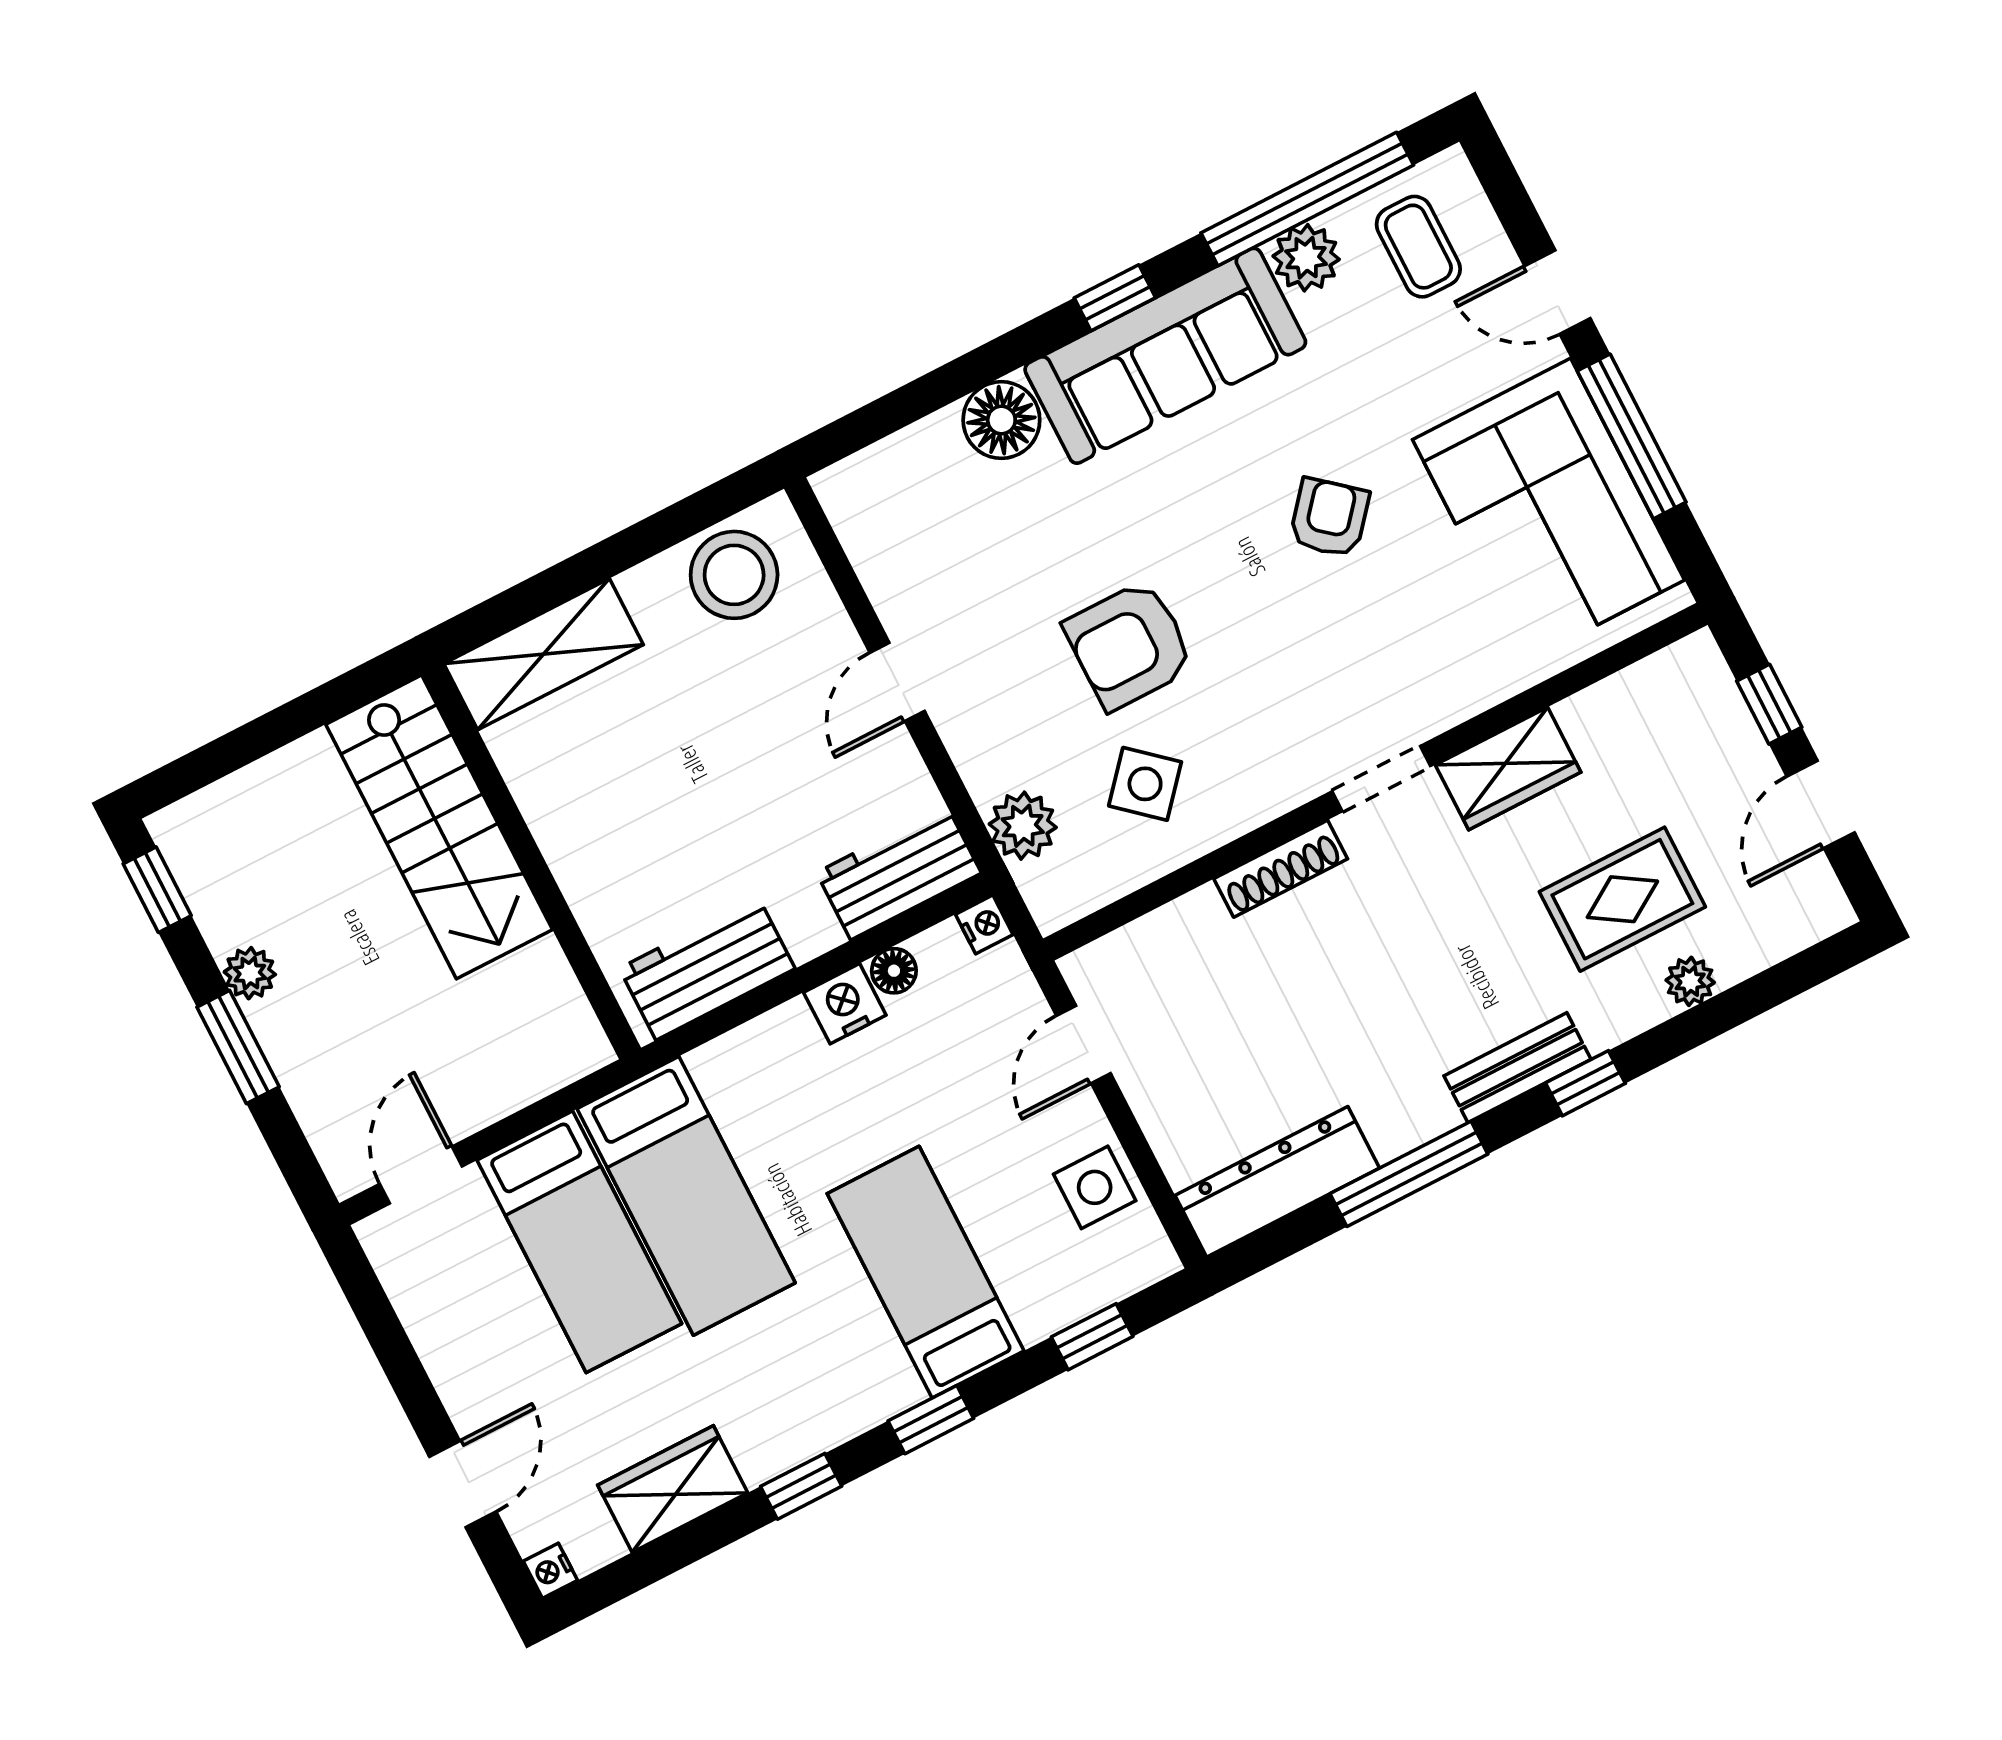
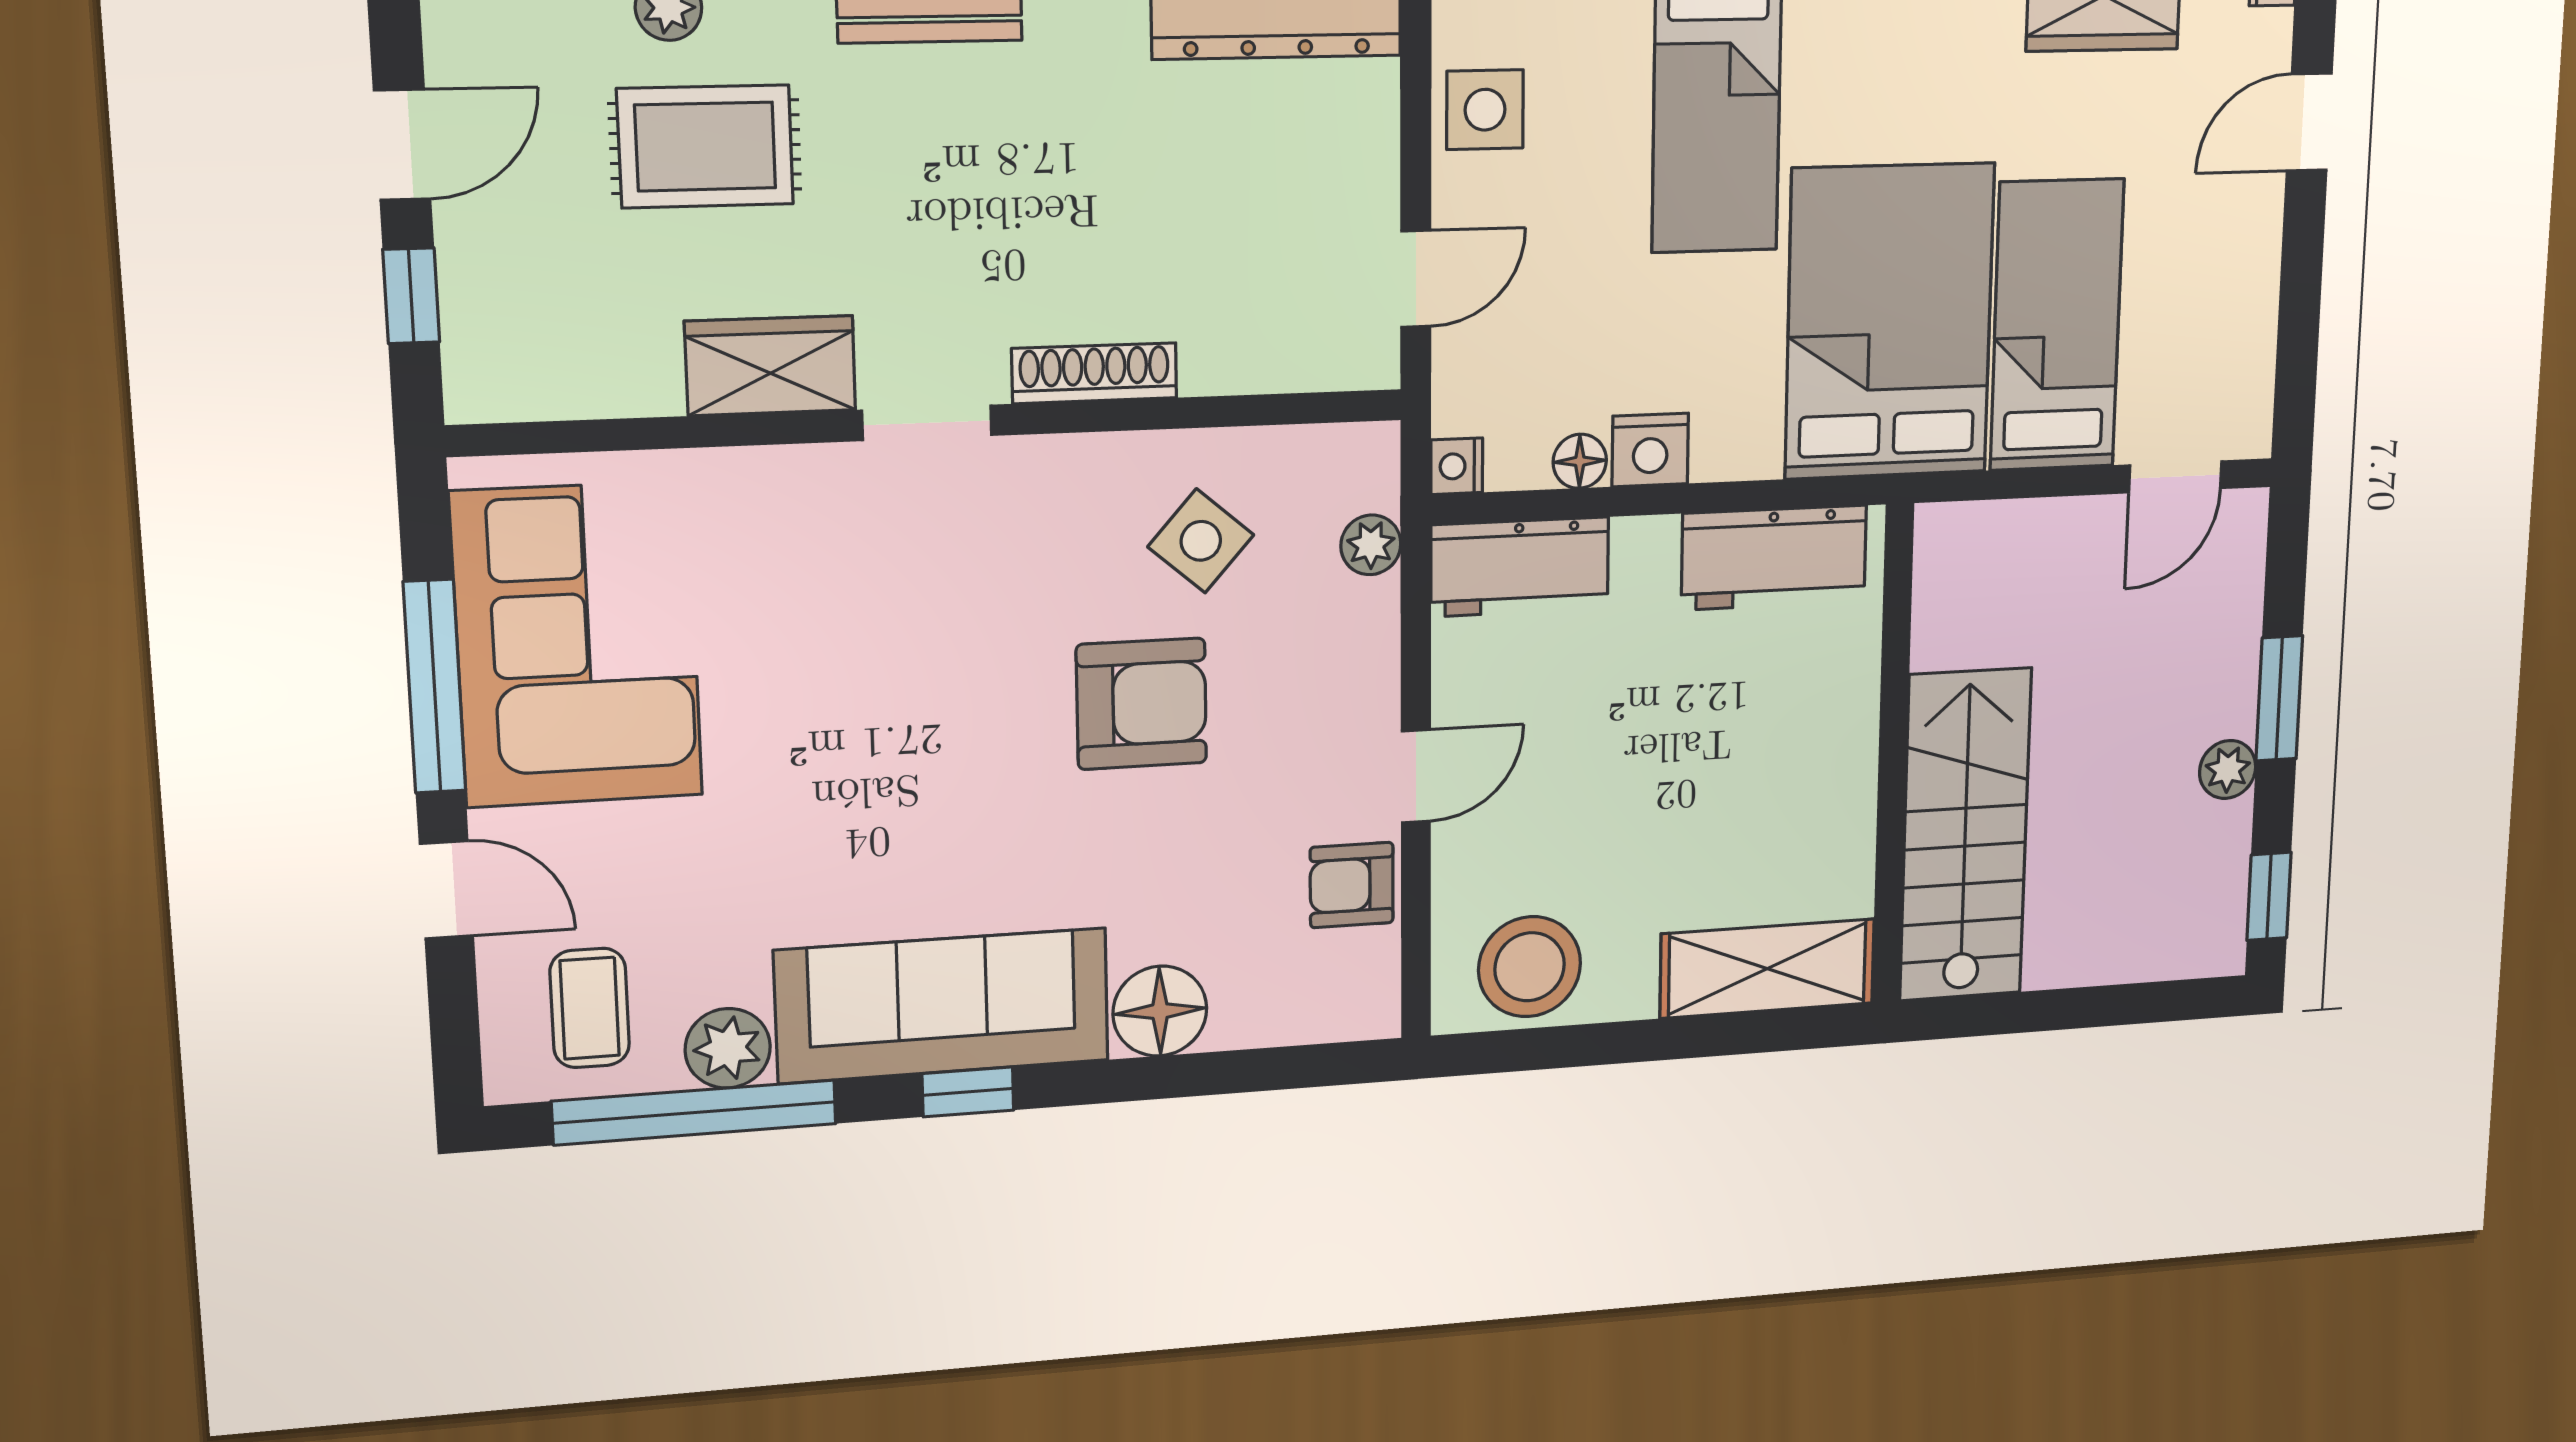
armchair: (1329, 518) -> (1352, 885), moved, turned 50
plant: (1023, 826) -> (1371, 545), width x0.73, depth x0.73
bed: (686, 1196) -> (1889, 322), width x1.50

